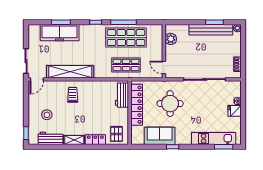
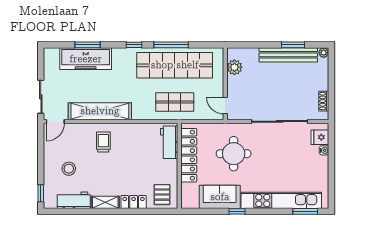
shop shelf: (126, 38) -> (175, 65), width x1.40
fridge: (235, 111) -> (320, 137), moved
kitchen unit: (214, 139) -> (281, 200), width x1.36

